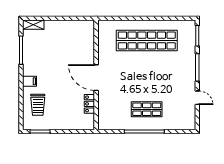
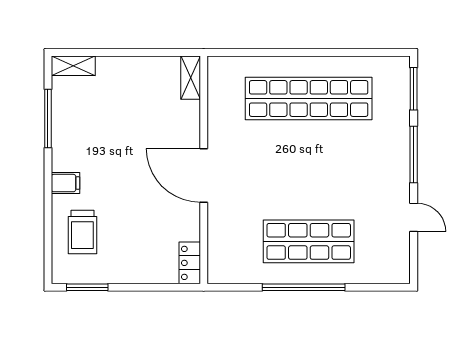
shelving: (90, 30) -> (191, 78), added
locker: (89, 104) -> (190, 263), moved
shop shelf: (147, 109) -> (309, 241), width x1.43, depth x1.36

